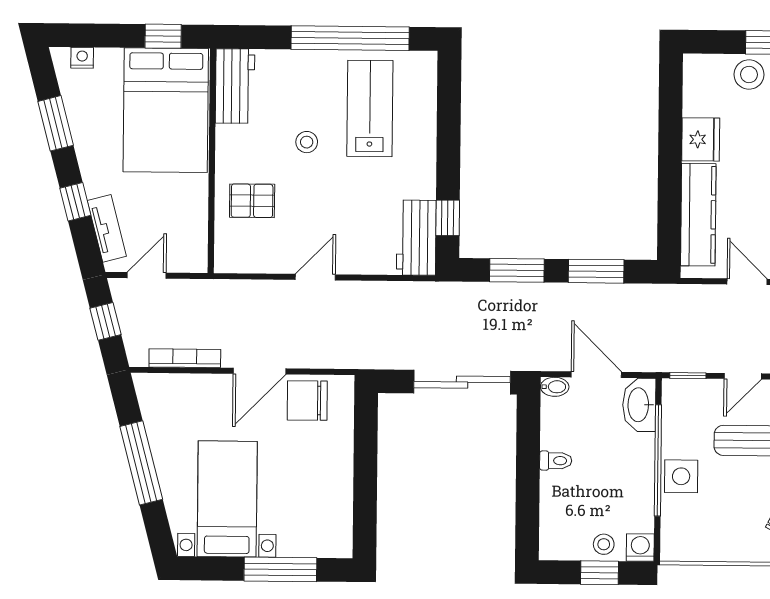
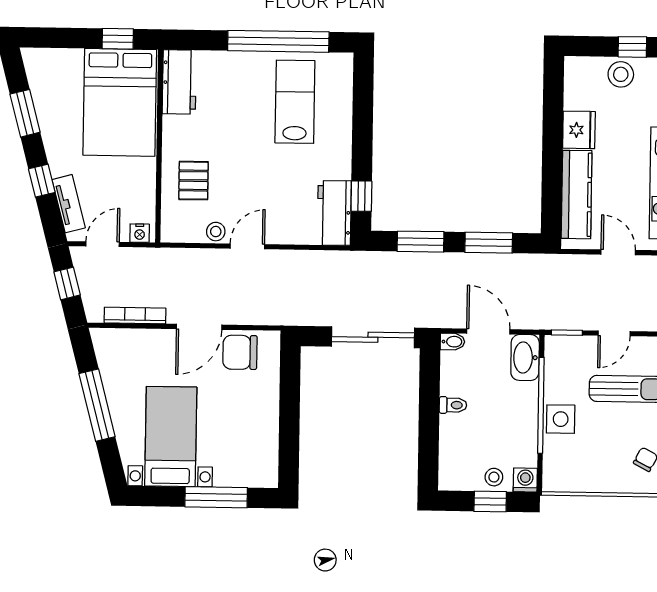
nightstand: (82, 58) -> (140, 233), moved, turned 180
stool: (307, 142) -> (216, 232), moved
pallet: (252, 201) -> (193, 181), turned 90

